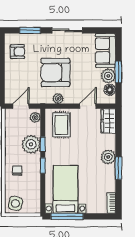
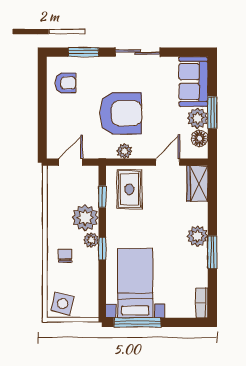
armchair: (55, 73) -> (121, 113), turned 180
plant: (35, 117) -> (91, 240), moved
window: (43, 144) -> (102, 197), moved

